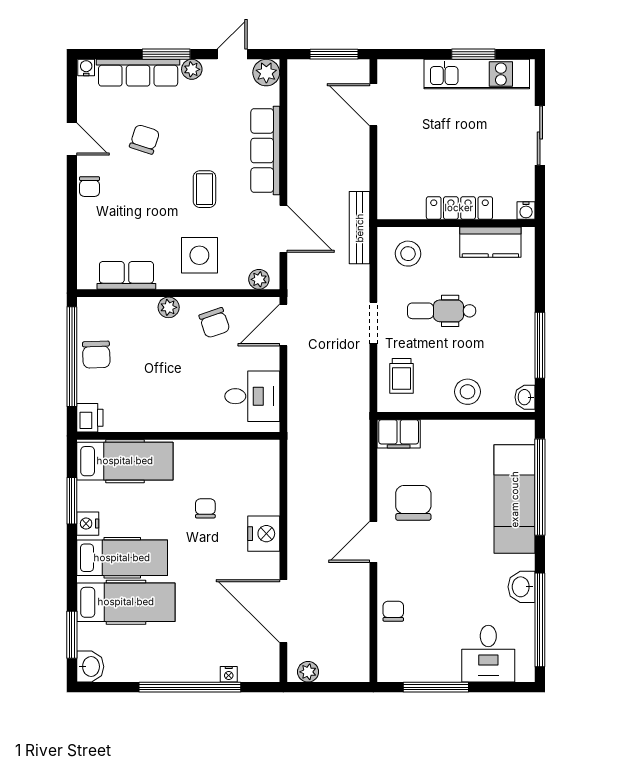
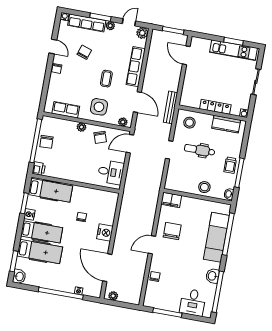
trolley: (402, 376) -> (230, 165), moved

